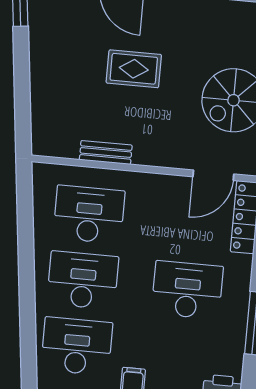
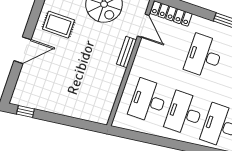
rug: (134, 69) -> (58, 25), moved, turned 90
bench: (106, 153) -> (126, 52), moved

